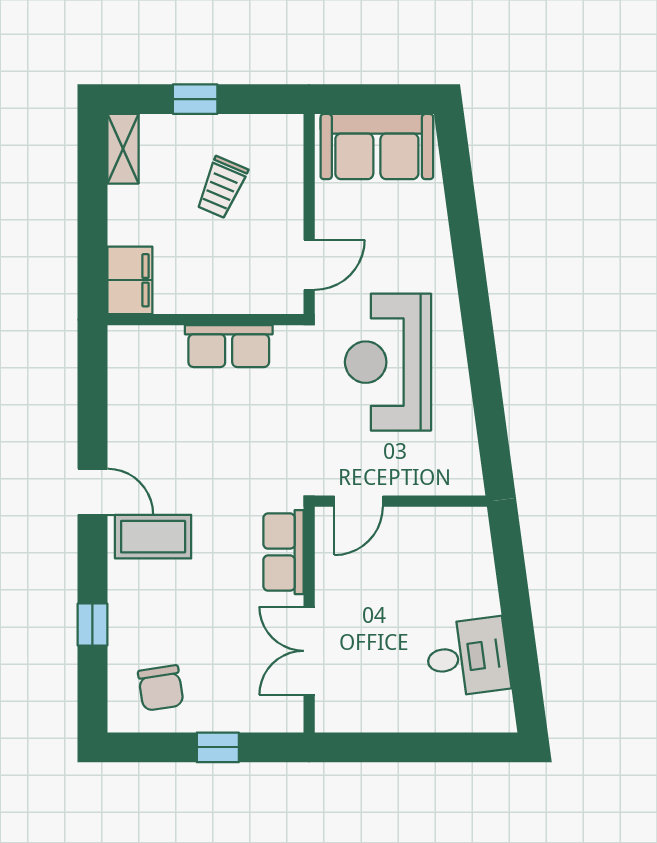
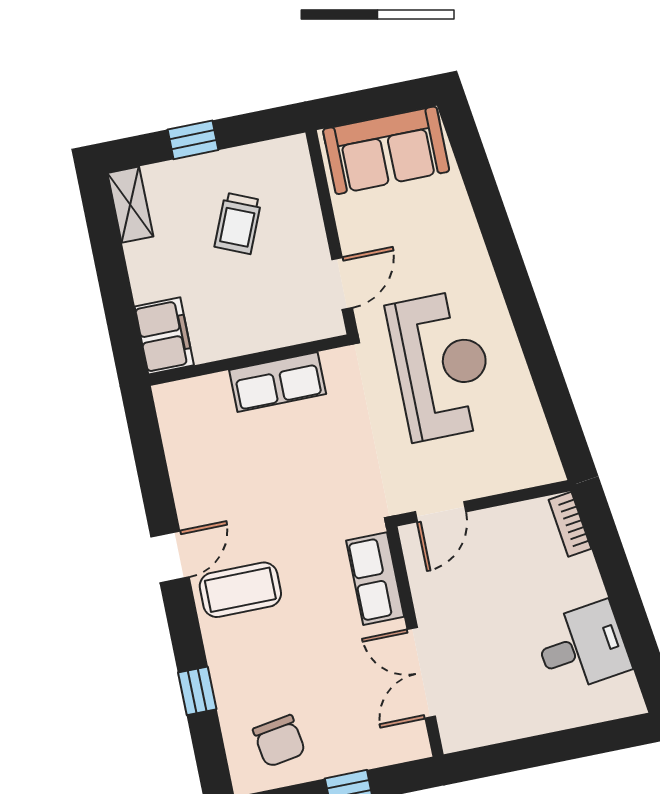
reception desk: (388, 362) -> (442, 365), turned 180
door: (92, 492) -> (170, 557), hinge flipped
bookcase: (479, 538) -> (570, 524), added

